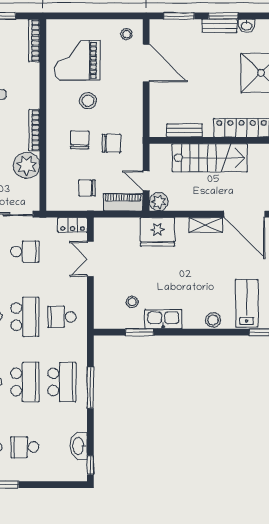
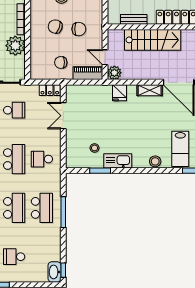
chair: (80, 140) -> (55, 27), turned -71
fridge: (157, 232) -> (119, 93), width x0.53, depth x0.75
lab bench: (247, 303) -> (180, 149), turned 180
washbasin: (79, 446) -> (54, 272), moved

